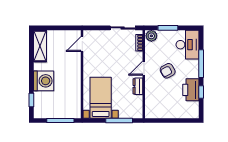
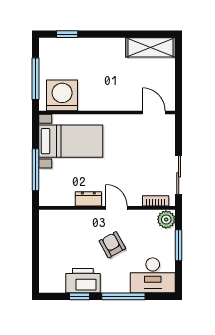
washing machine: (44, 81) -> (62, 95), moved, turned 180

